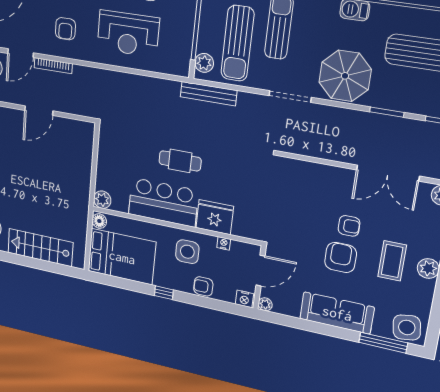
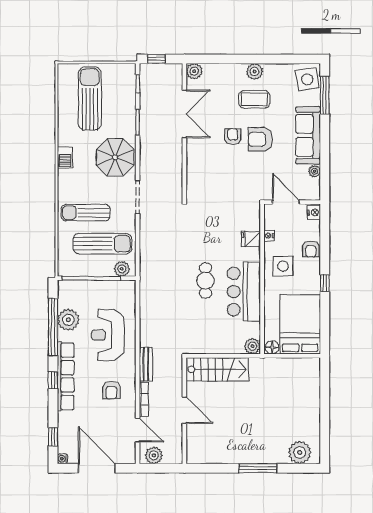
armchair: (65, 29) -> (111, 390), turned 90
reception desk: (128, 34) -> (108, 335), turned 180
bench: (209, 94) -> (146, 364), moved, width x0.73
fridge: (215, 217) -> (251, 239), width x0.53, depth x0.75
stairs: (40, 248) -> (217, 369), moved, turned -90
plant: (265, 304) -> (314, 171), moved

